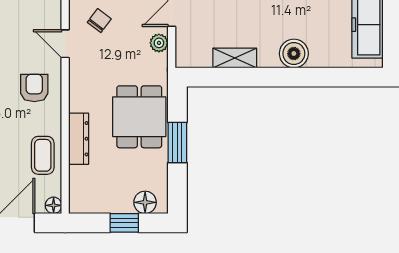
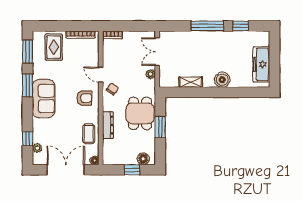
chair: (99, 21) -> (112, 89), moved
armchair: (34, 88) -> (84, 98), turned 90

